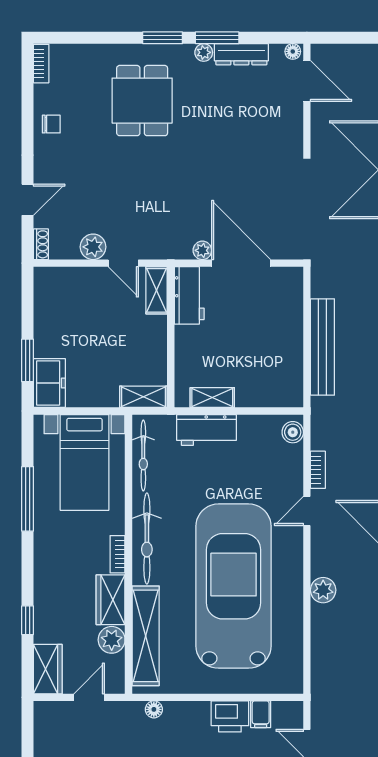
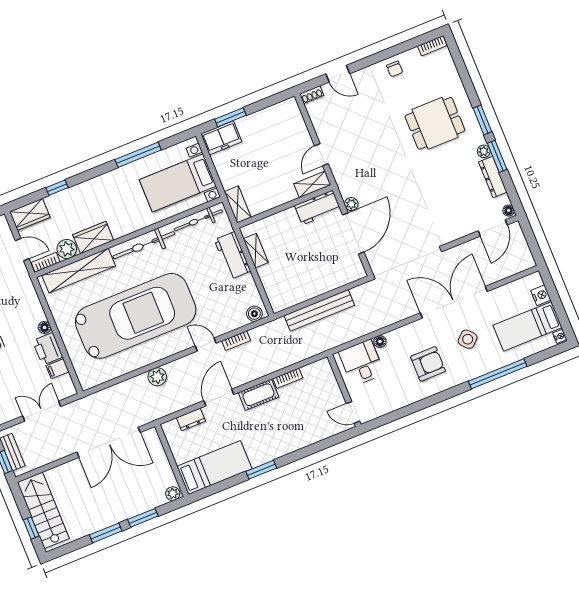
plant: (93, 247) -> (324, 130), removed
bookcase: (118, 554) -> (46, 262), moved
floor lamp: (154, 709) -> (44, 327), moved

